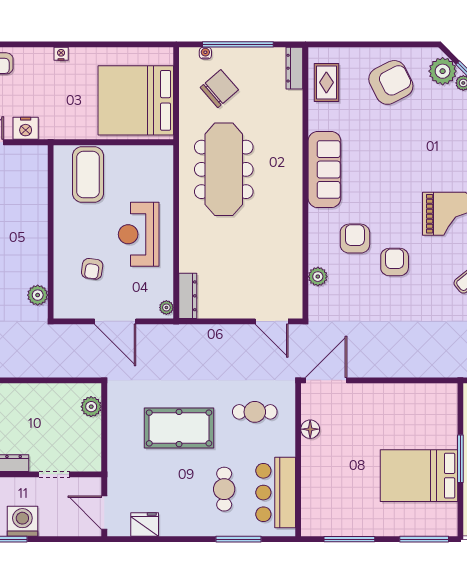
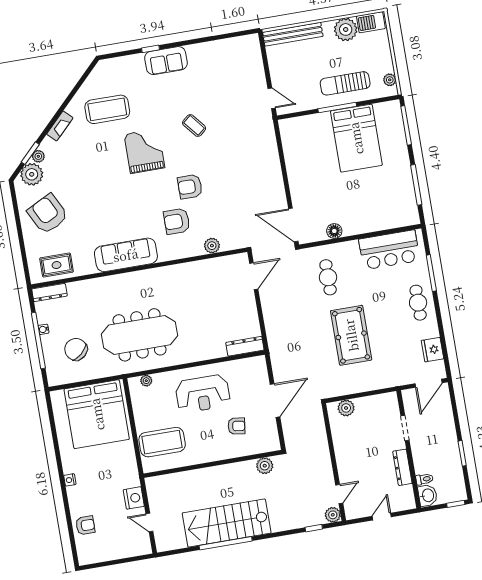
water cooler: (205, 53) -> (43, 329), moved
plant: (166, 307) -> (146, 381), moved
cafe table: (224, 489) -> (418, 303), moved, turned 90
washing machine: (22, 521) -> (446, 447), removed

